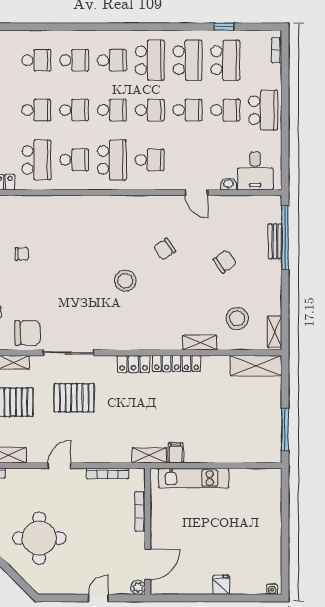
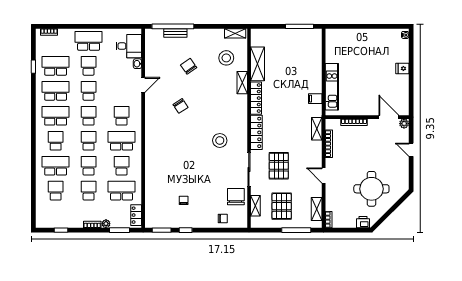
school desk: (74, 60) -> (56, 166), width x1.85
stool: (125, 281) -> (220, 140), moved
locker: (133, 364) -> (256, 132), width x1.53
shelving: (256, 366) -> (257, 64), moved
shelving: (149, 455) -> (317, 129), moved

